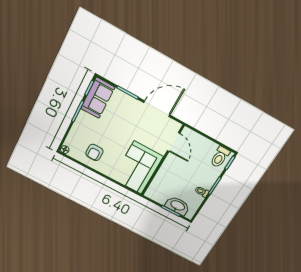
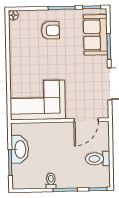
sofa: (98, 98) -> (95, 35), moved, turned 90
armchair: (94, 152) -> (50, 30), moved, turned 180
toilet: (220, 157) -> (98, 159), moved
washbasin: (177, 206) -> (20, 149), moved

